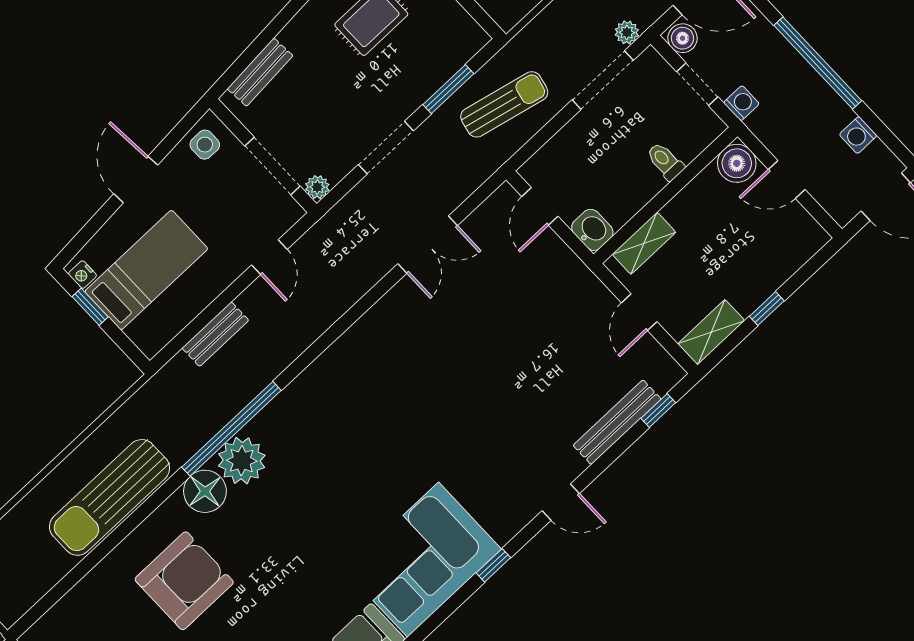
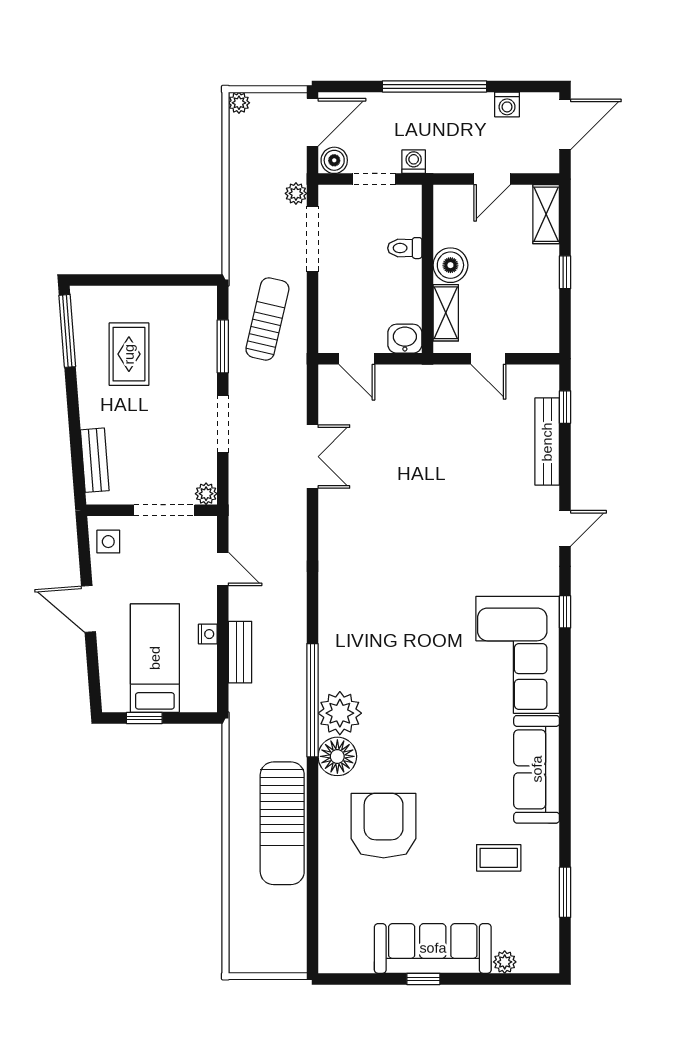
boiler: (737, 163) -> (450, 265), moved
nightstand: (82, 275) -> (208, 634), moved, turned -90
shelving: (711, 332) -> (546, 214), moved

